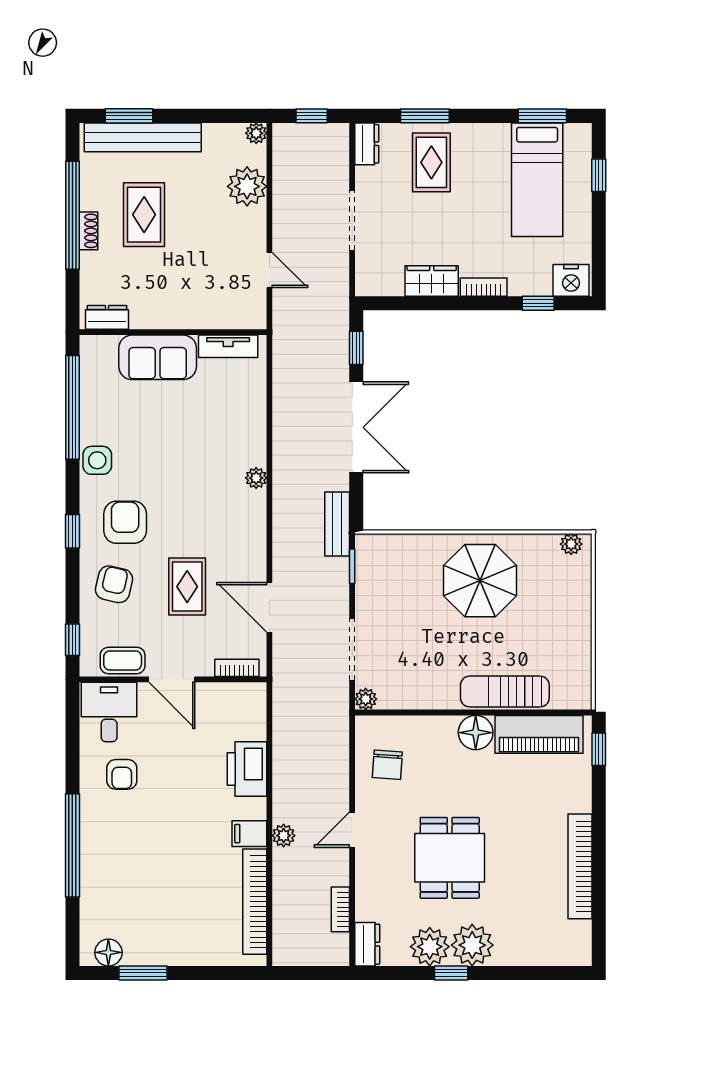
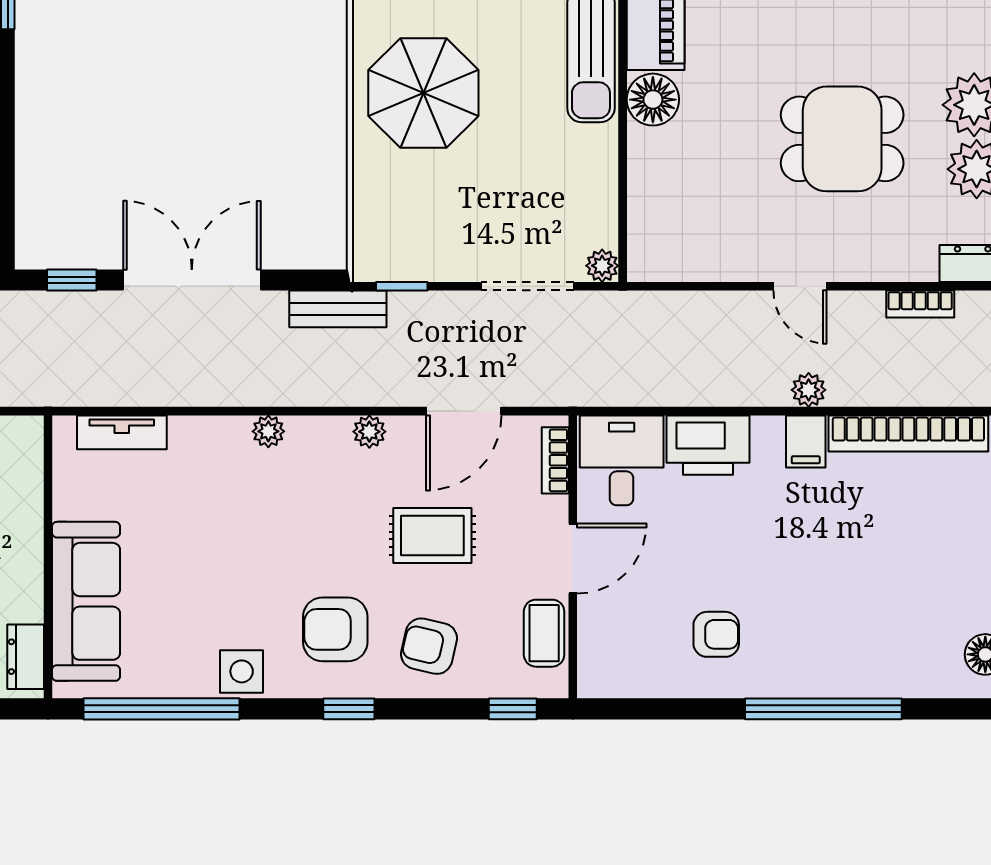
tv unit: (228, 346) -> (122, 432), moved, turned 90
sofa: (158, 357) -> (86, 601), width x1.36
plant: (256, 545) -> (369, 432), added
desk: (109, 712) -> (622, 460), moved, turned 90
chair: (387, 765) -> (702, 233), removed

